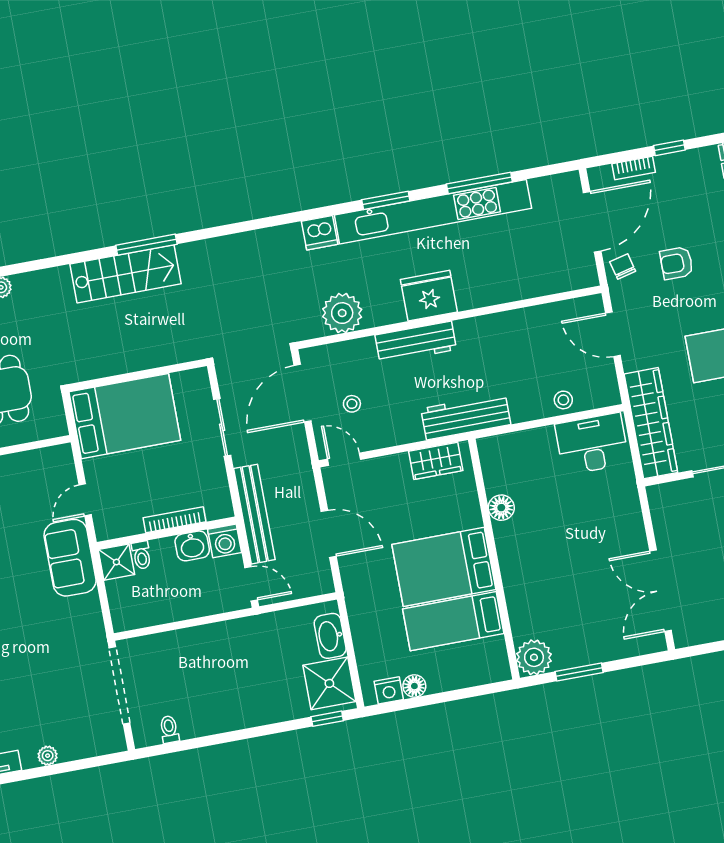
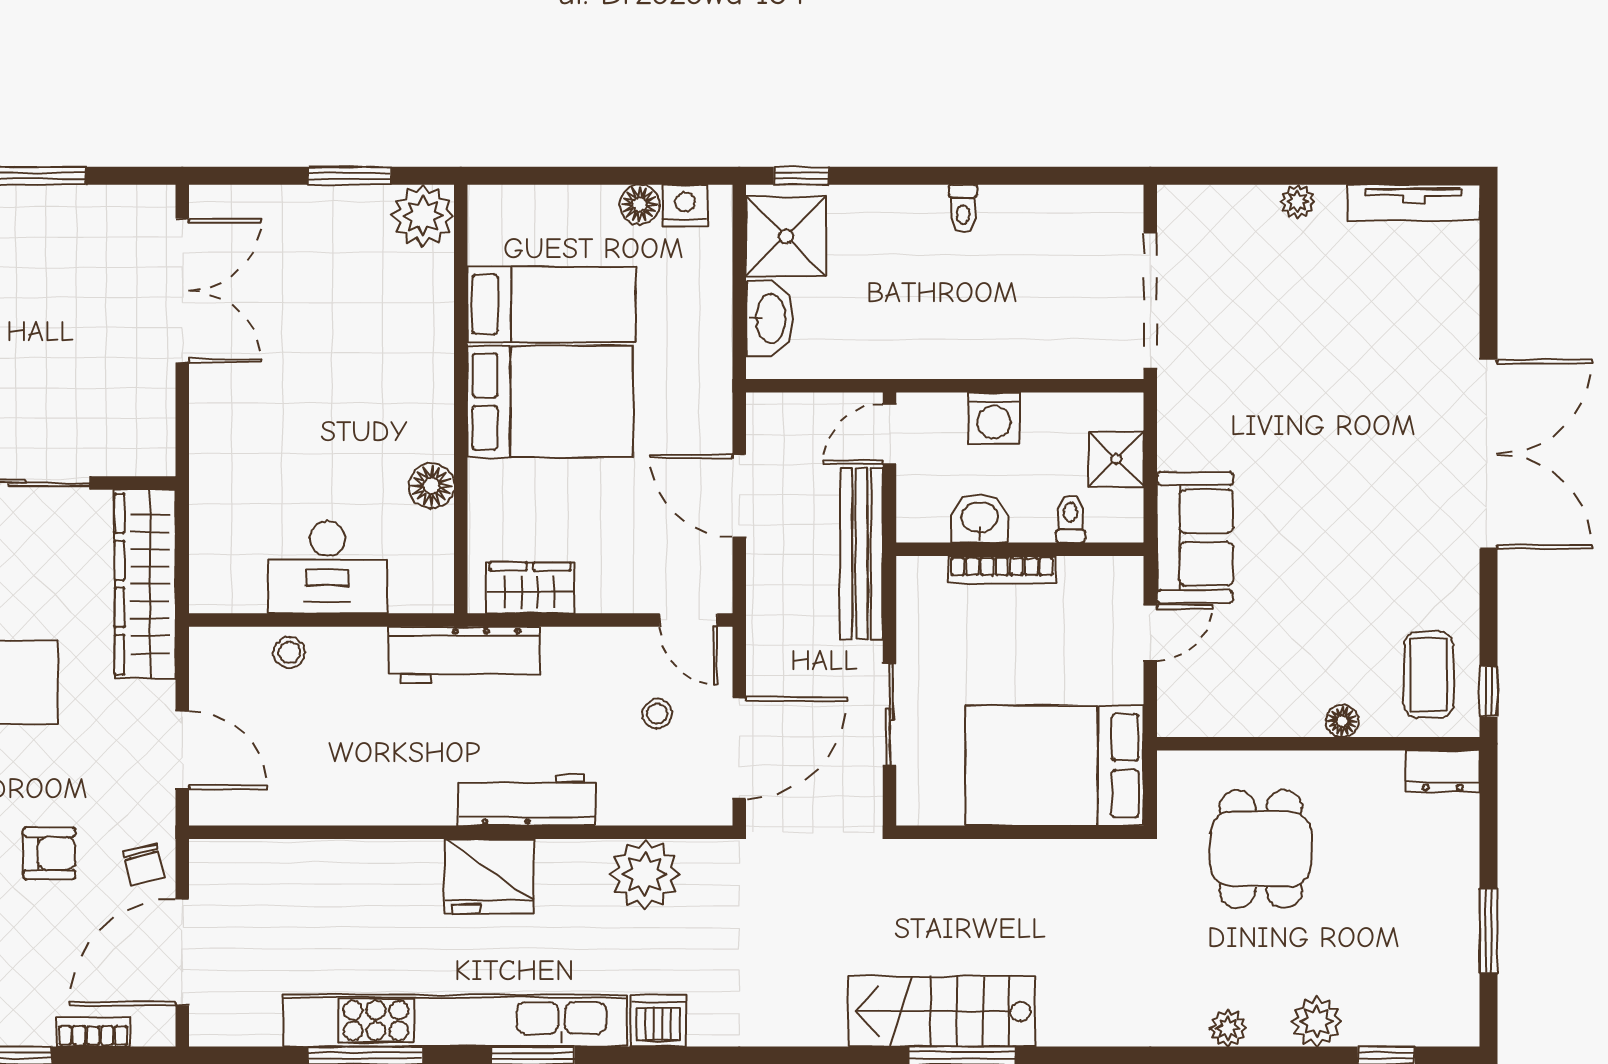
stairs: (126, 274) -> (942, 1011), moved
desk: (592, 444) -> (328, 567), moved
washing machine: (225, 541) -> (994, 418), moved, turned 180
shower: (116, 562) -> (1116, 459), moved
door: (251, 584) -> (890, 434), hinge flipped
toilet: (169, 729) -> (963, 208), moved

